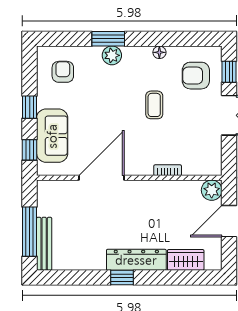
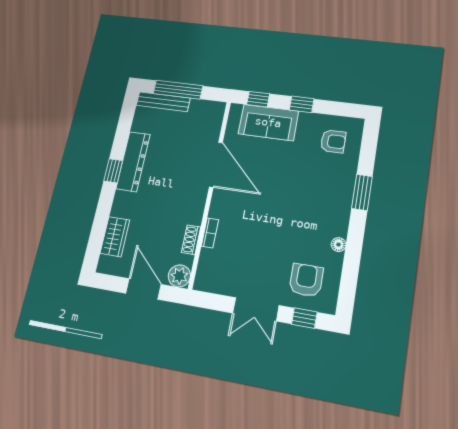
plant: (112, 55) -> (343, 194), removed
coffee table: (154, 105) -> (282, 230), removed
shoe rack: (177, 186) -> (191, 240), added
dresser: (136, 260) -> (133, 161), moved

